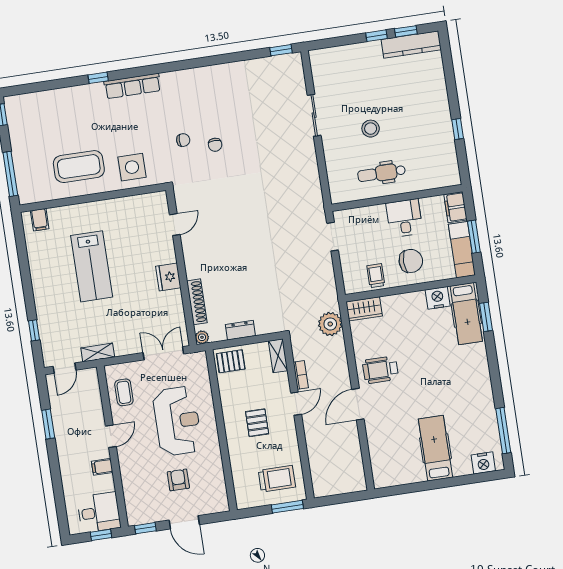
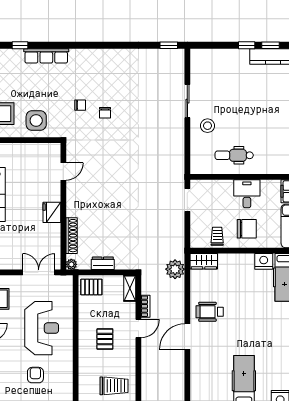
stool: (371, 129) -> (208, 126), moved

